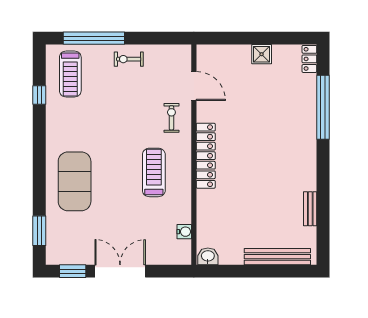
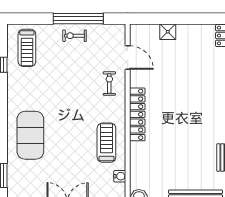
window: (94, 38) -> (78, 19), moved
shower: (262, 54) -> (168, 32), moved
treadmill: (154, 172) -> (106, 143), moved

